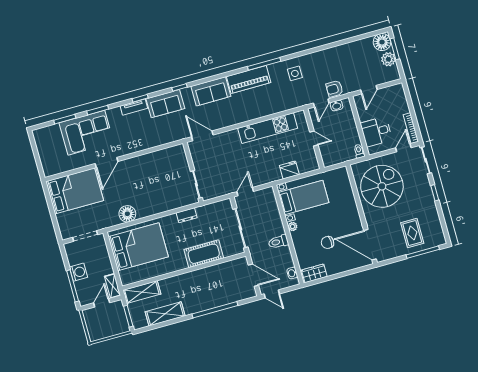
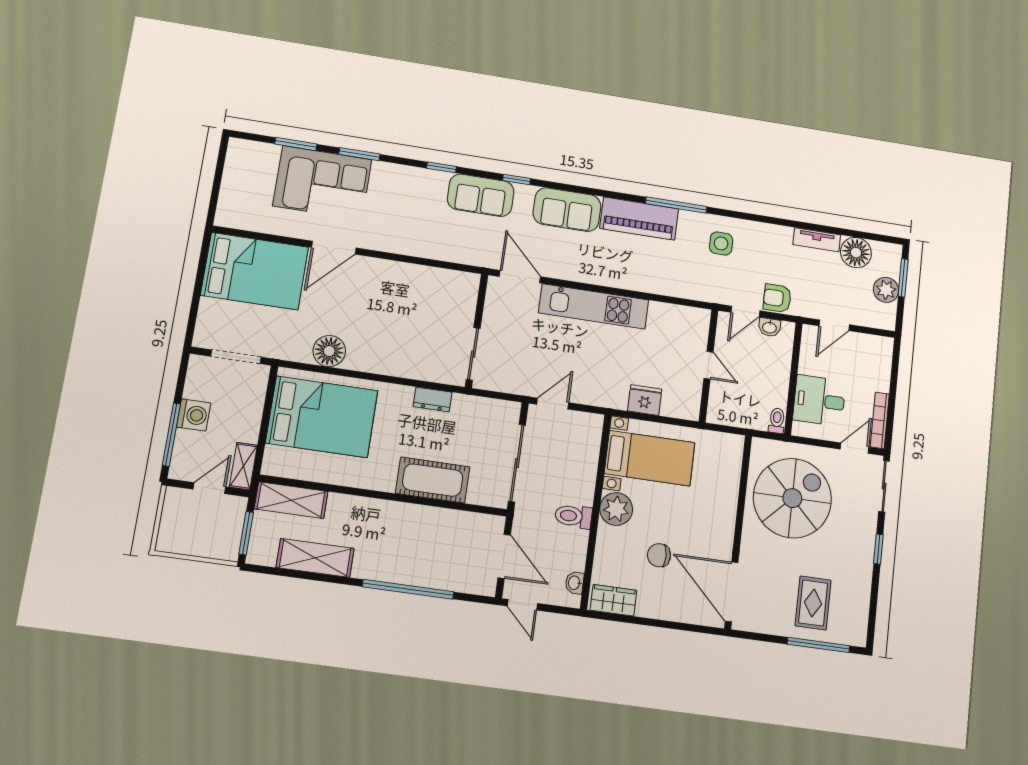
floor lamp: (382, 42) -> (856, 253), moved
tv unit: (134, 107) -> (817, 240), moved
kitchen unit: (268, 128) -> (594, 306), moved
plant: (293, 227) -> (616, 509), width x1.87, depth x1.87

